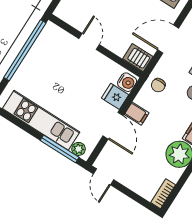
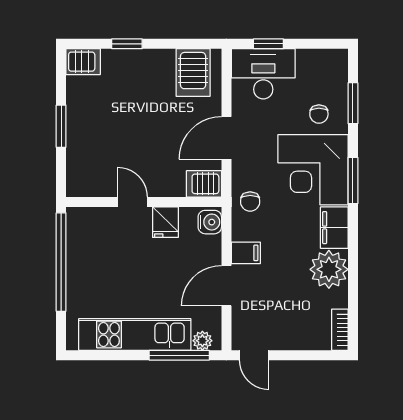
fridge: (115, 96) -> (165, 222), moved, turned -90
door: (113, 126) -> (226, 286), swing flipped

